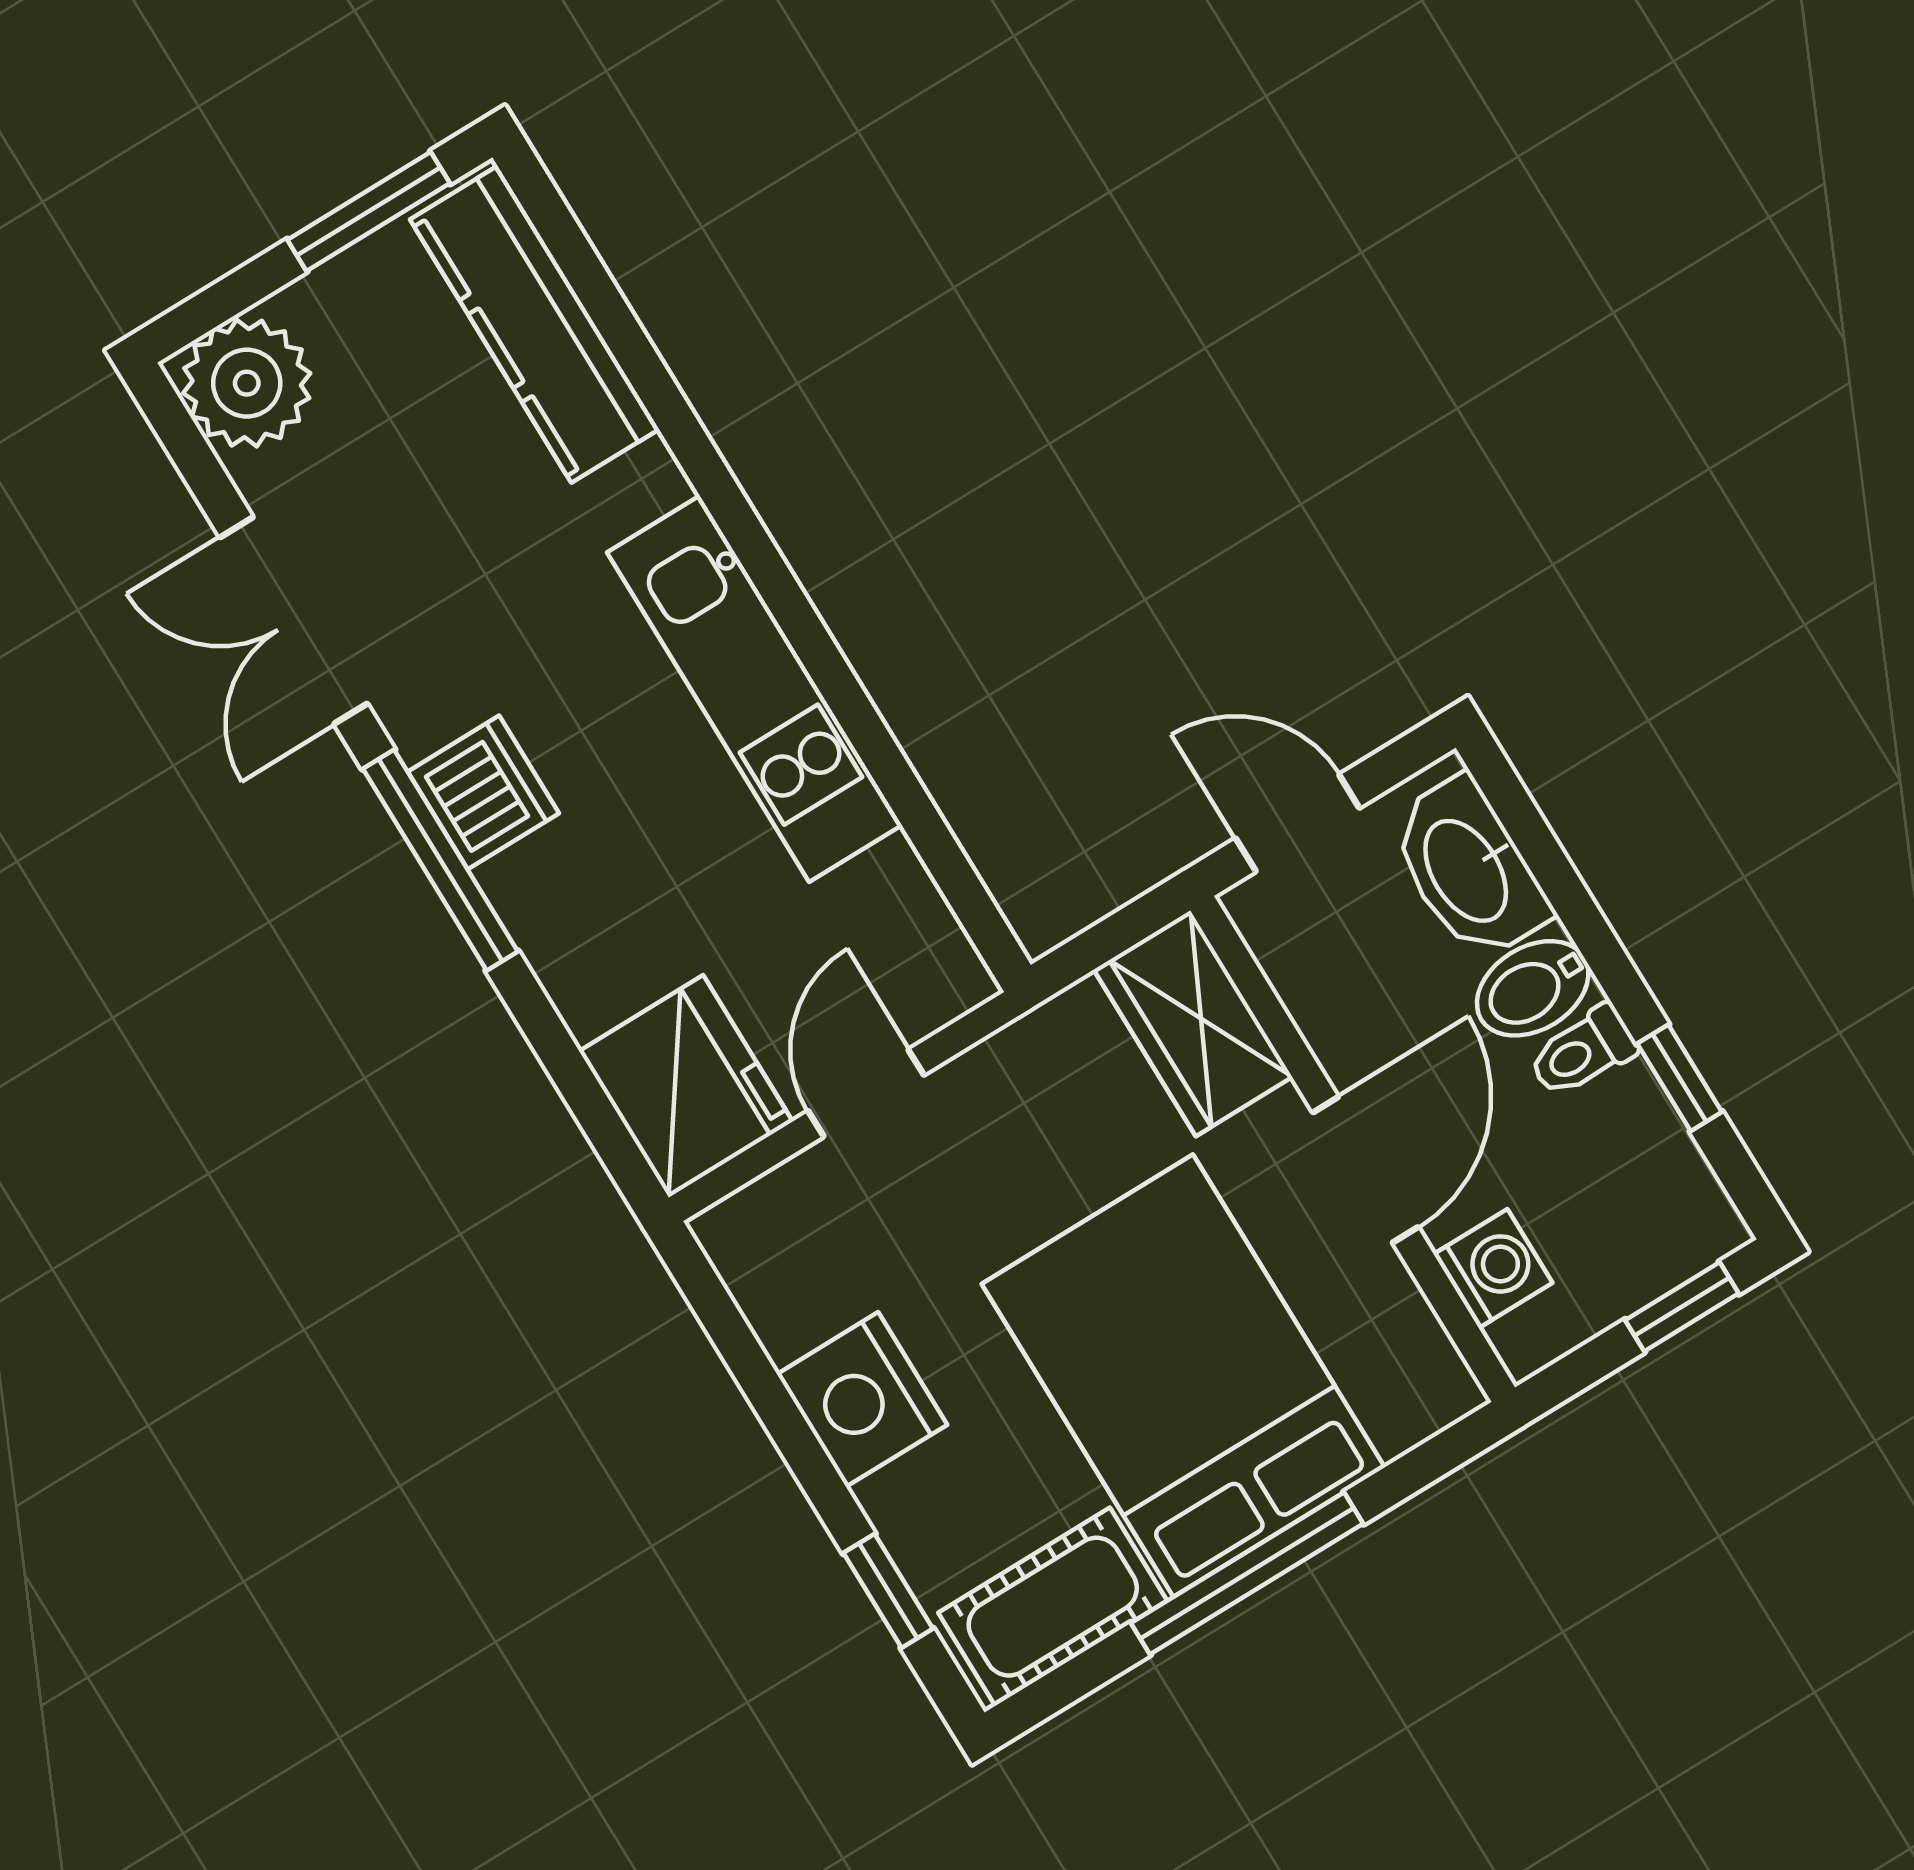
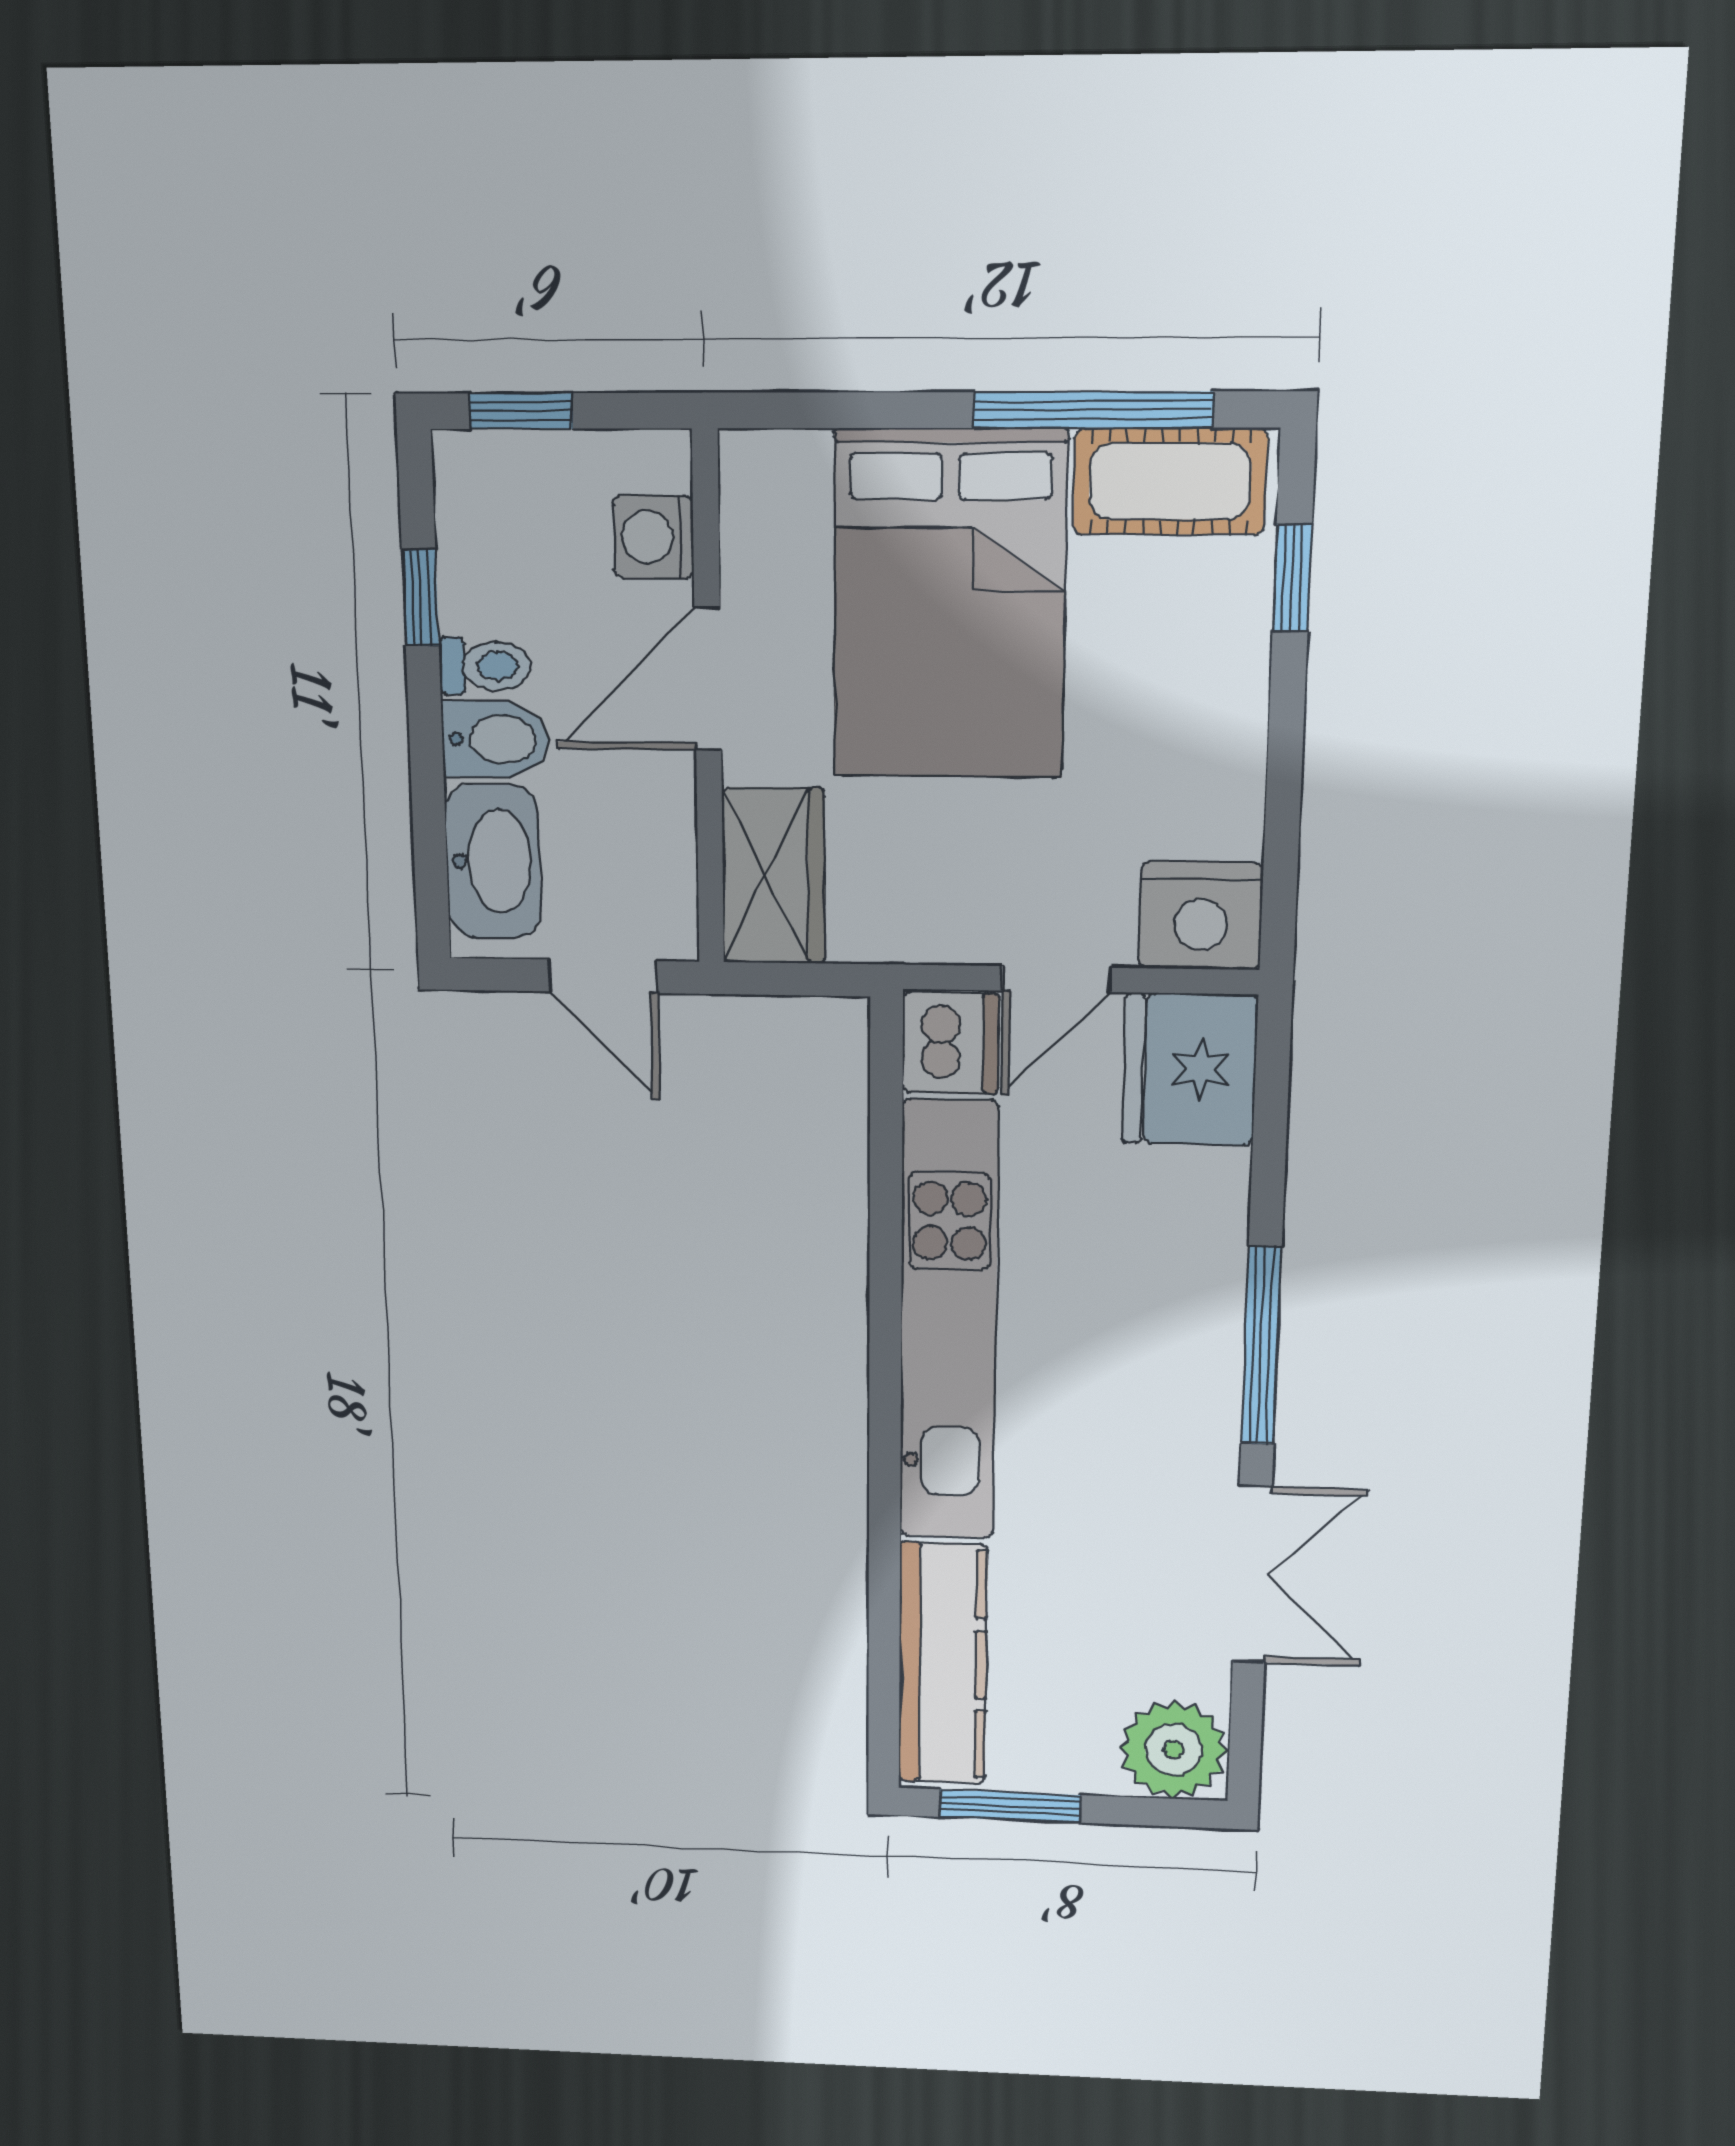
kitchen unit: (755, 689) -> (948, 1323), width x1.36
dishwasher: (483, 792) -> (951, 1043), moved, turned 180
nightstand: (862, 1399) -> (1201, 916), moved, turned 90
window: (1247, 1573) -> (1093, 410), moved

